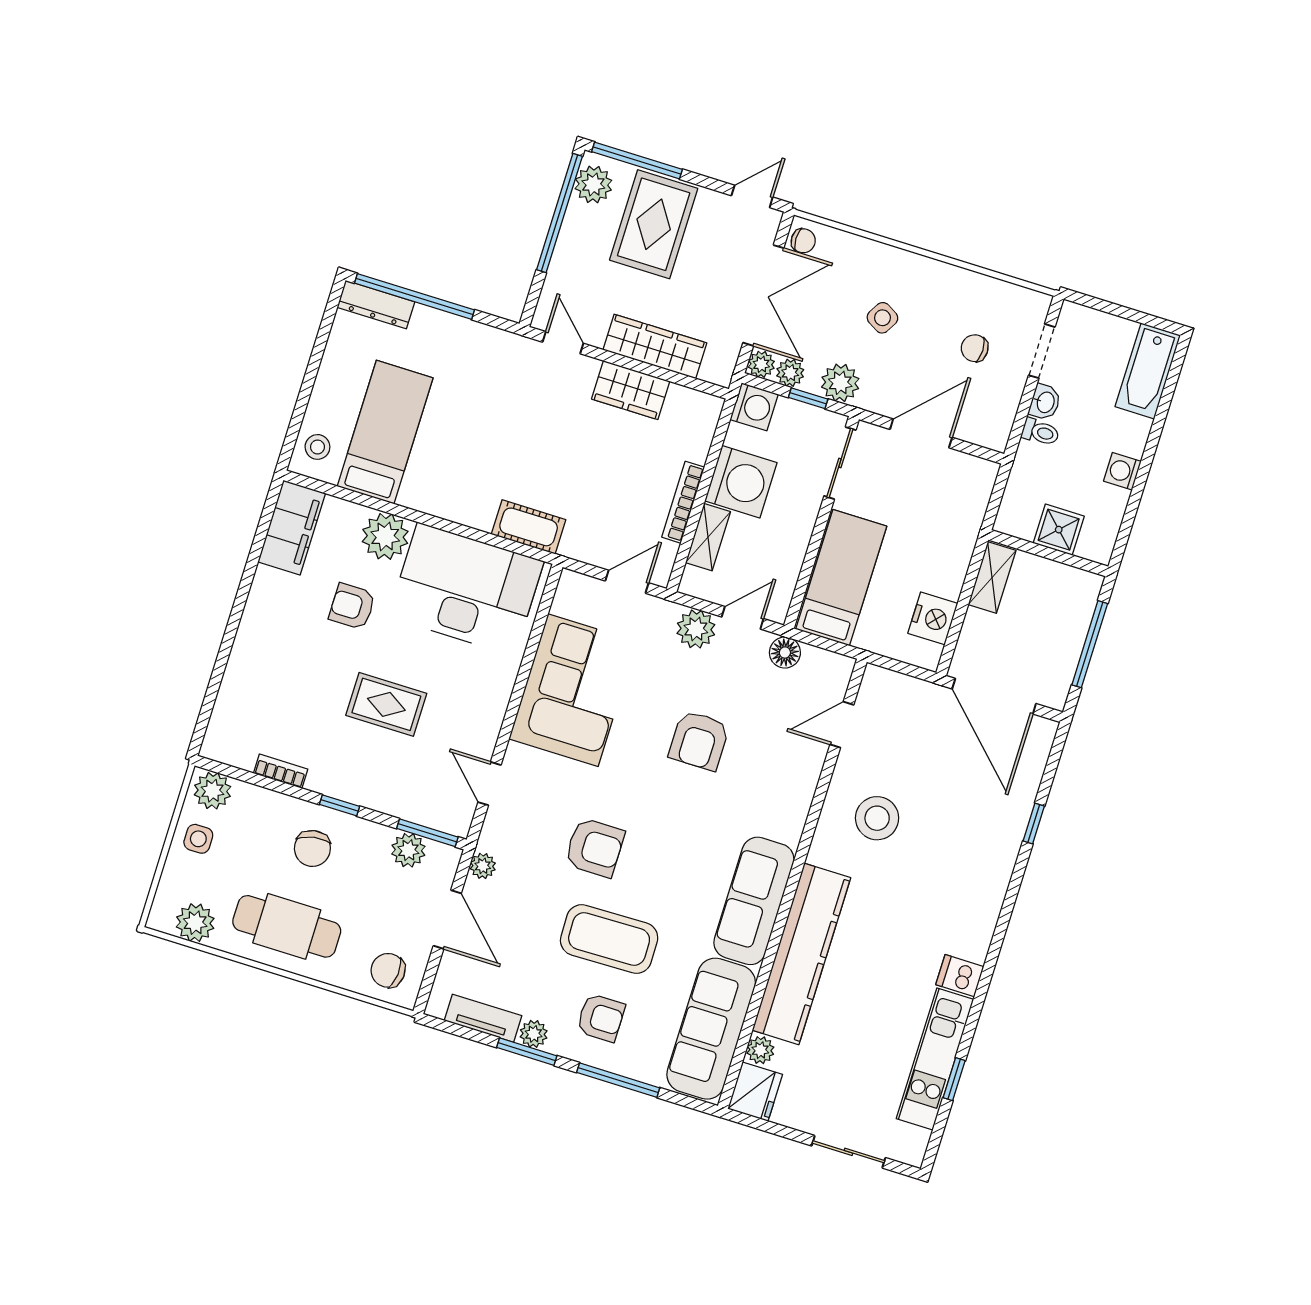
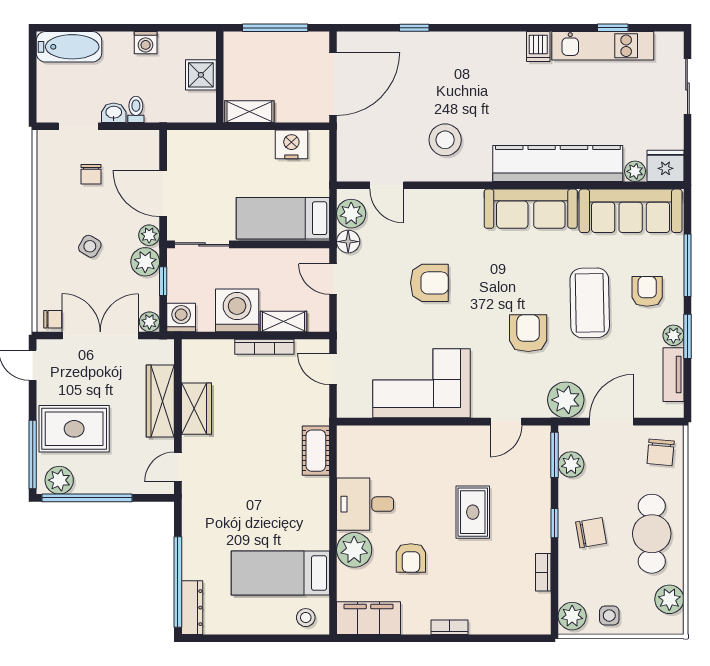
chair: (803, 241) -> (53, 319), turned 90
plant: (790, 373) -> (149, 235), moved
desk: (466, 589) -> (365, 504), width x0.53, depth x0.77
bookcase: (247, 628) -> (450, 627), added
plant: (696, 629) -> (351, 214), moved
plant: (483, 866) -> (566, 400), width x1.87, depth x1.87

